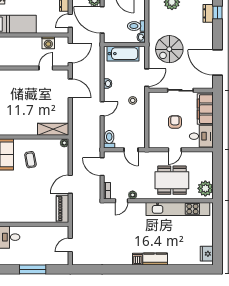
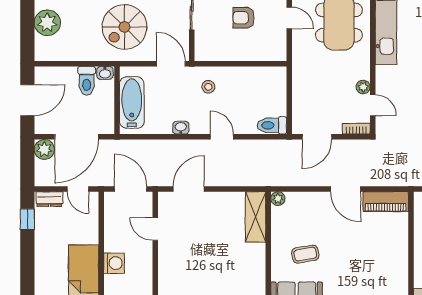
washing machine: (48, 43) -> (114, 263), moved
spiral stairs: (169, 49) -> (124, 27), turned 90
door: (131, 150) -> (289, 90), removed

